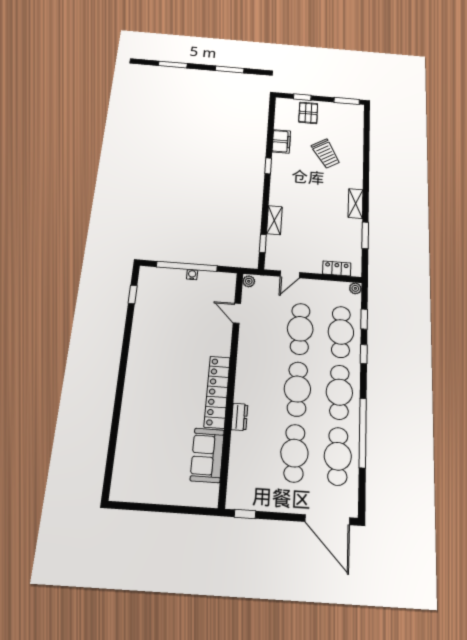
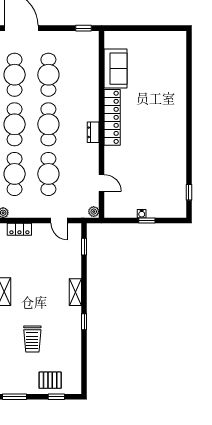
pallet: (308, 113) -> (50, 380), turned 90
filing cabinet: (281, 141) -> (74, 348), removed
trolley: (326, 154) -> (32, 339), turned -149
shelving: (274, 220) -> (75, 292), moved
window: (187, 266) -> (147, 221), width x0.32
door: (290, 274) -> (59, 221), swing flipped
dresser: (239, 417) -> (93, 132), moved

